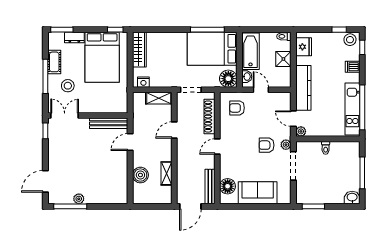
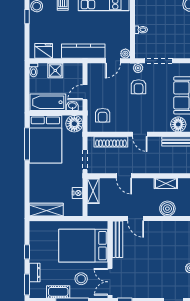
window: (115, 30) -> (27, 252), moved
bed: (102, 57) -> (83, 246), moved, turned 180
nightstand: (143, 82) -> (78, 193), moved

